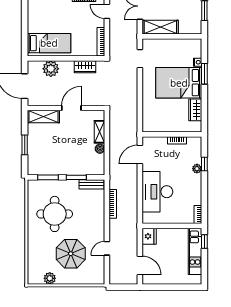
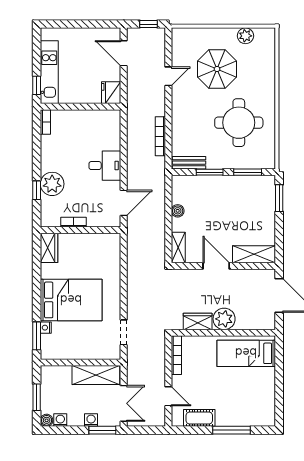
plant: (51, 69) -> (224, 319), moved
window: (204, 74) -> (37, 336), moved
door: (71, 108) -> (216, 266), swing flipped
wardrobe: (195, 110) -> (49, 248), moved
shelving: (100, 132) -> (178, 248), moved
window: (25, 145) -> (279, 198), moved
plant: (197, 169) -> (52, 184), width x1.87, depth x1.87
desk: (157, 192) -> (105, 166), width x0.53, depth x0.77
window: (122, 287) -> (148, 24), added

